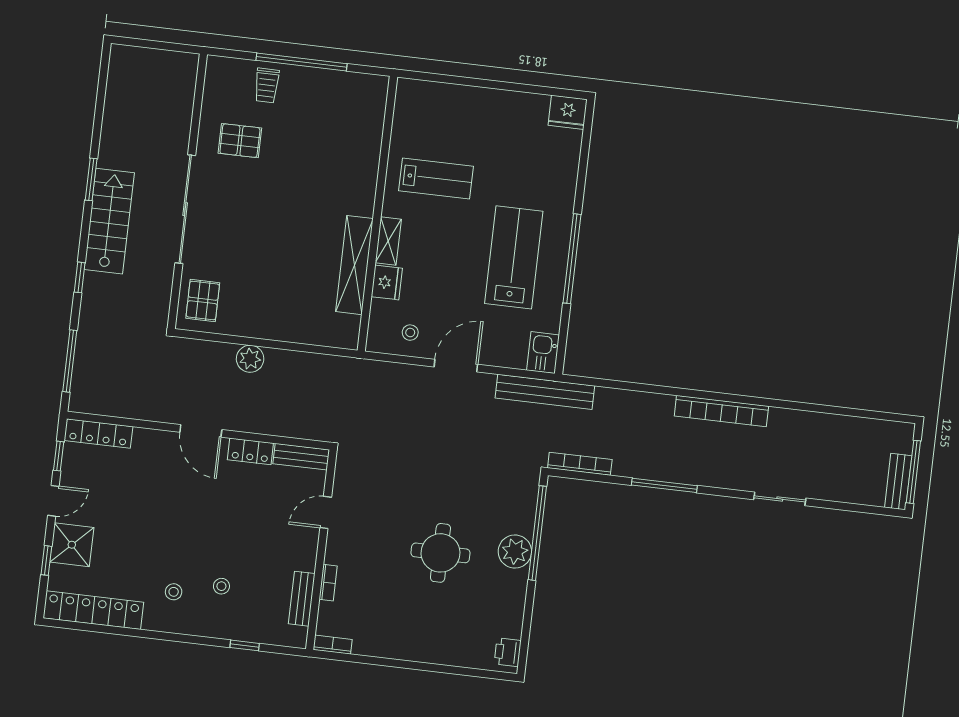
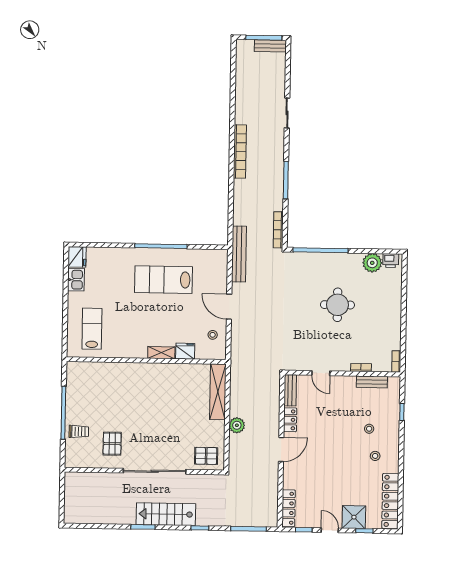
lab bench: (436, 179) -> (92, 329), moved
shelving: (354, 265) -> (218, 392), moved, turned 90
kitchen sink: (543, 353) -> (76, 280), moved, turned -90
plant: (515, 552) -> (372, 263), moved

